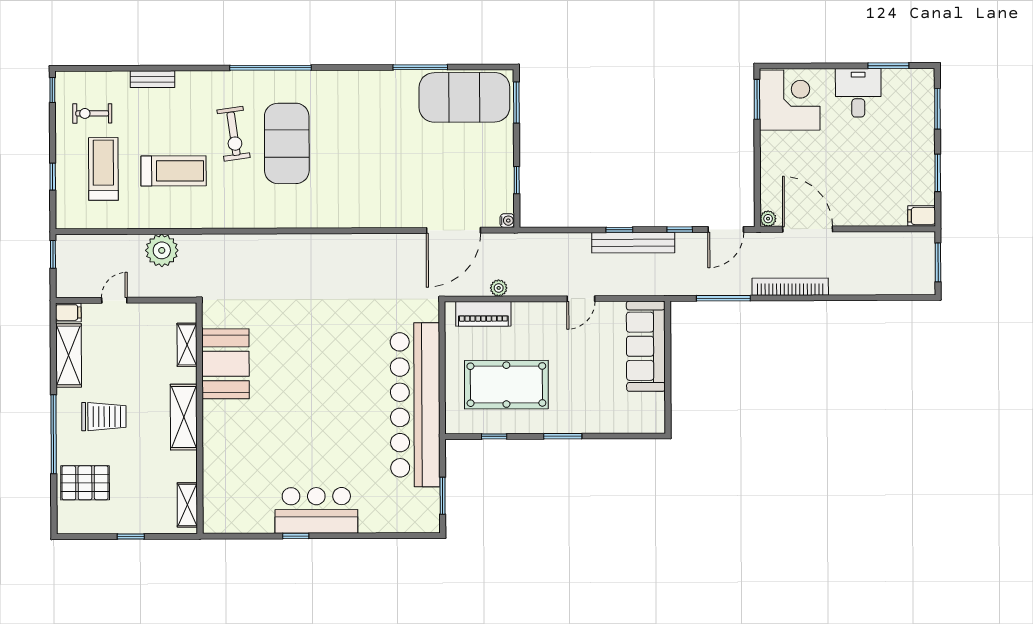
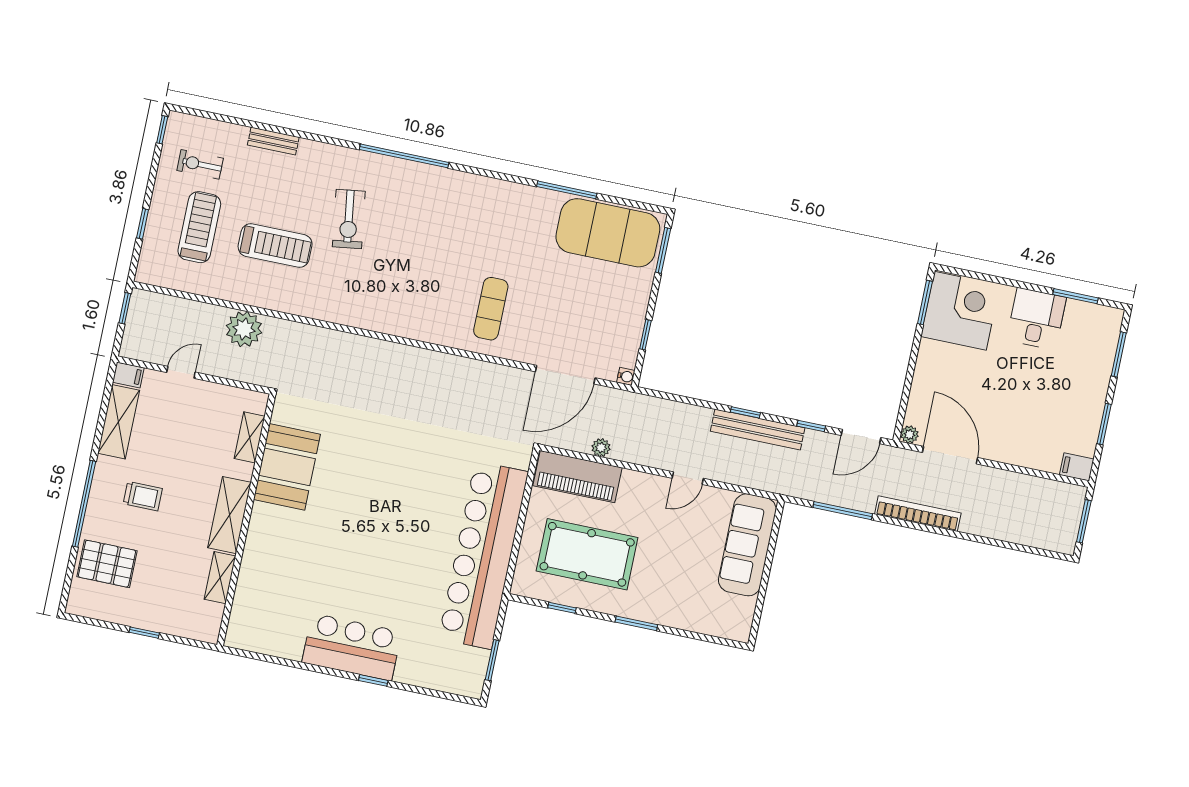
exercise mat: (287, 143) -> (491, 309), moved, width x0.50, depth x0.69
piano: (483, 314) -> (578, 477), width x1.37, depth x1.33
trolley: (104, 417) -> (143, 496), width x0.73, depth x0.72
shelving: (187, 505) -> (220, 578), moved
window: (296, 536) -> (373, 680), moved

